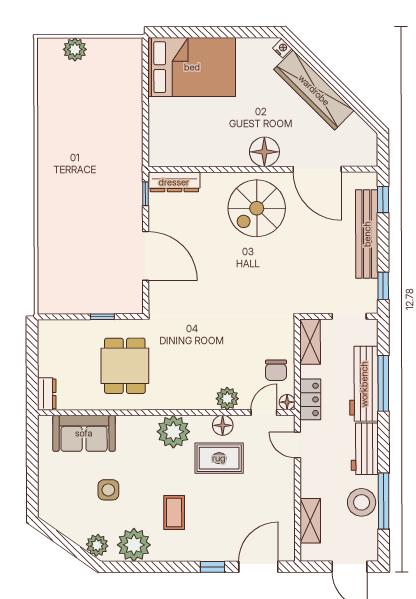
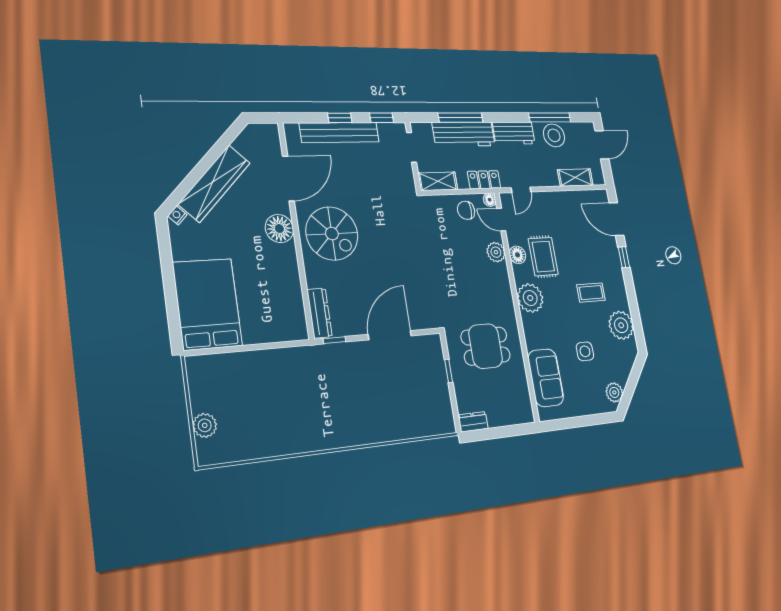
window: (383, 199) -> (340, 118), moved
chair: (276, 370) -> (466, 210), turned 180
dresser: (47, 394) -> (473, 422), moved
plant: (97, 545) -> (614, 392), moved

